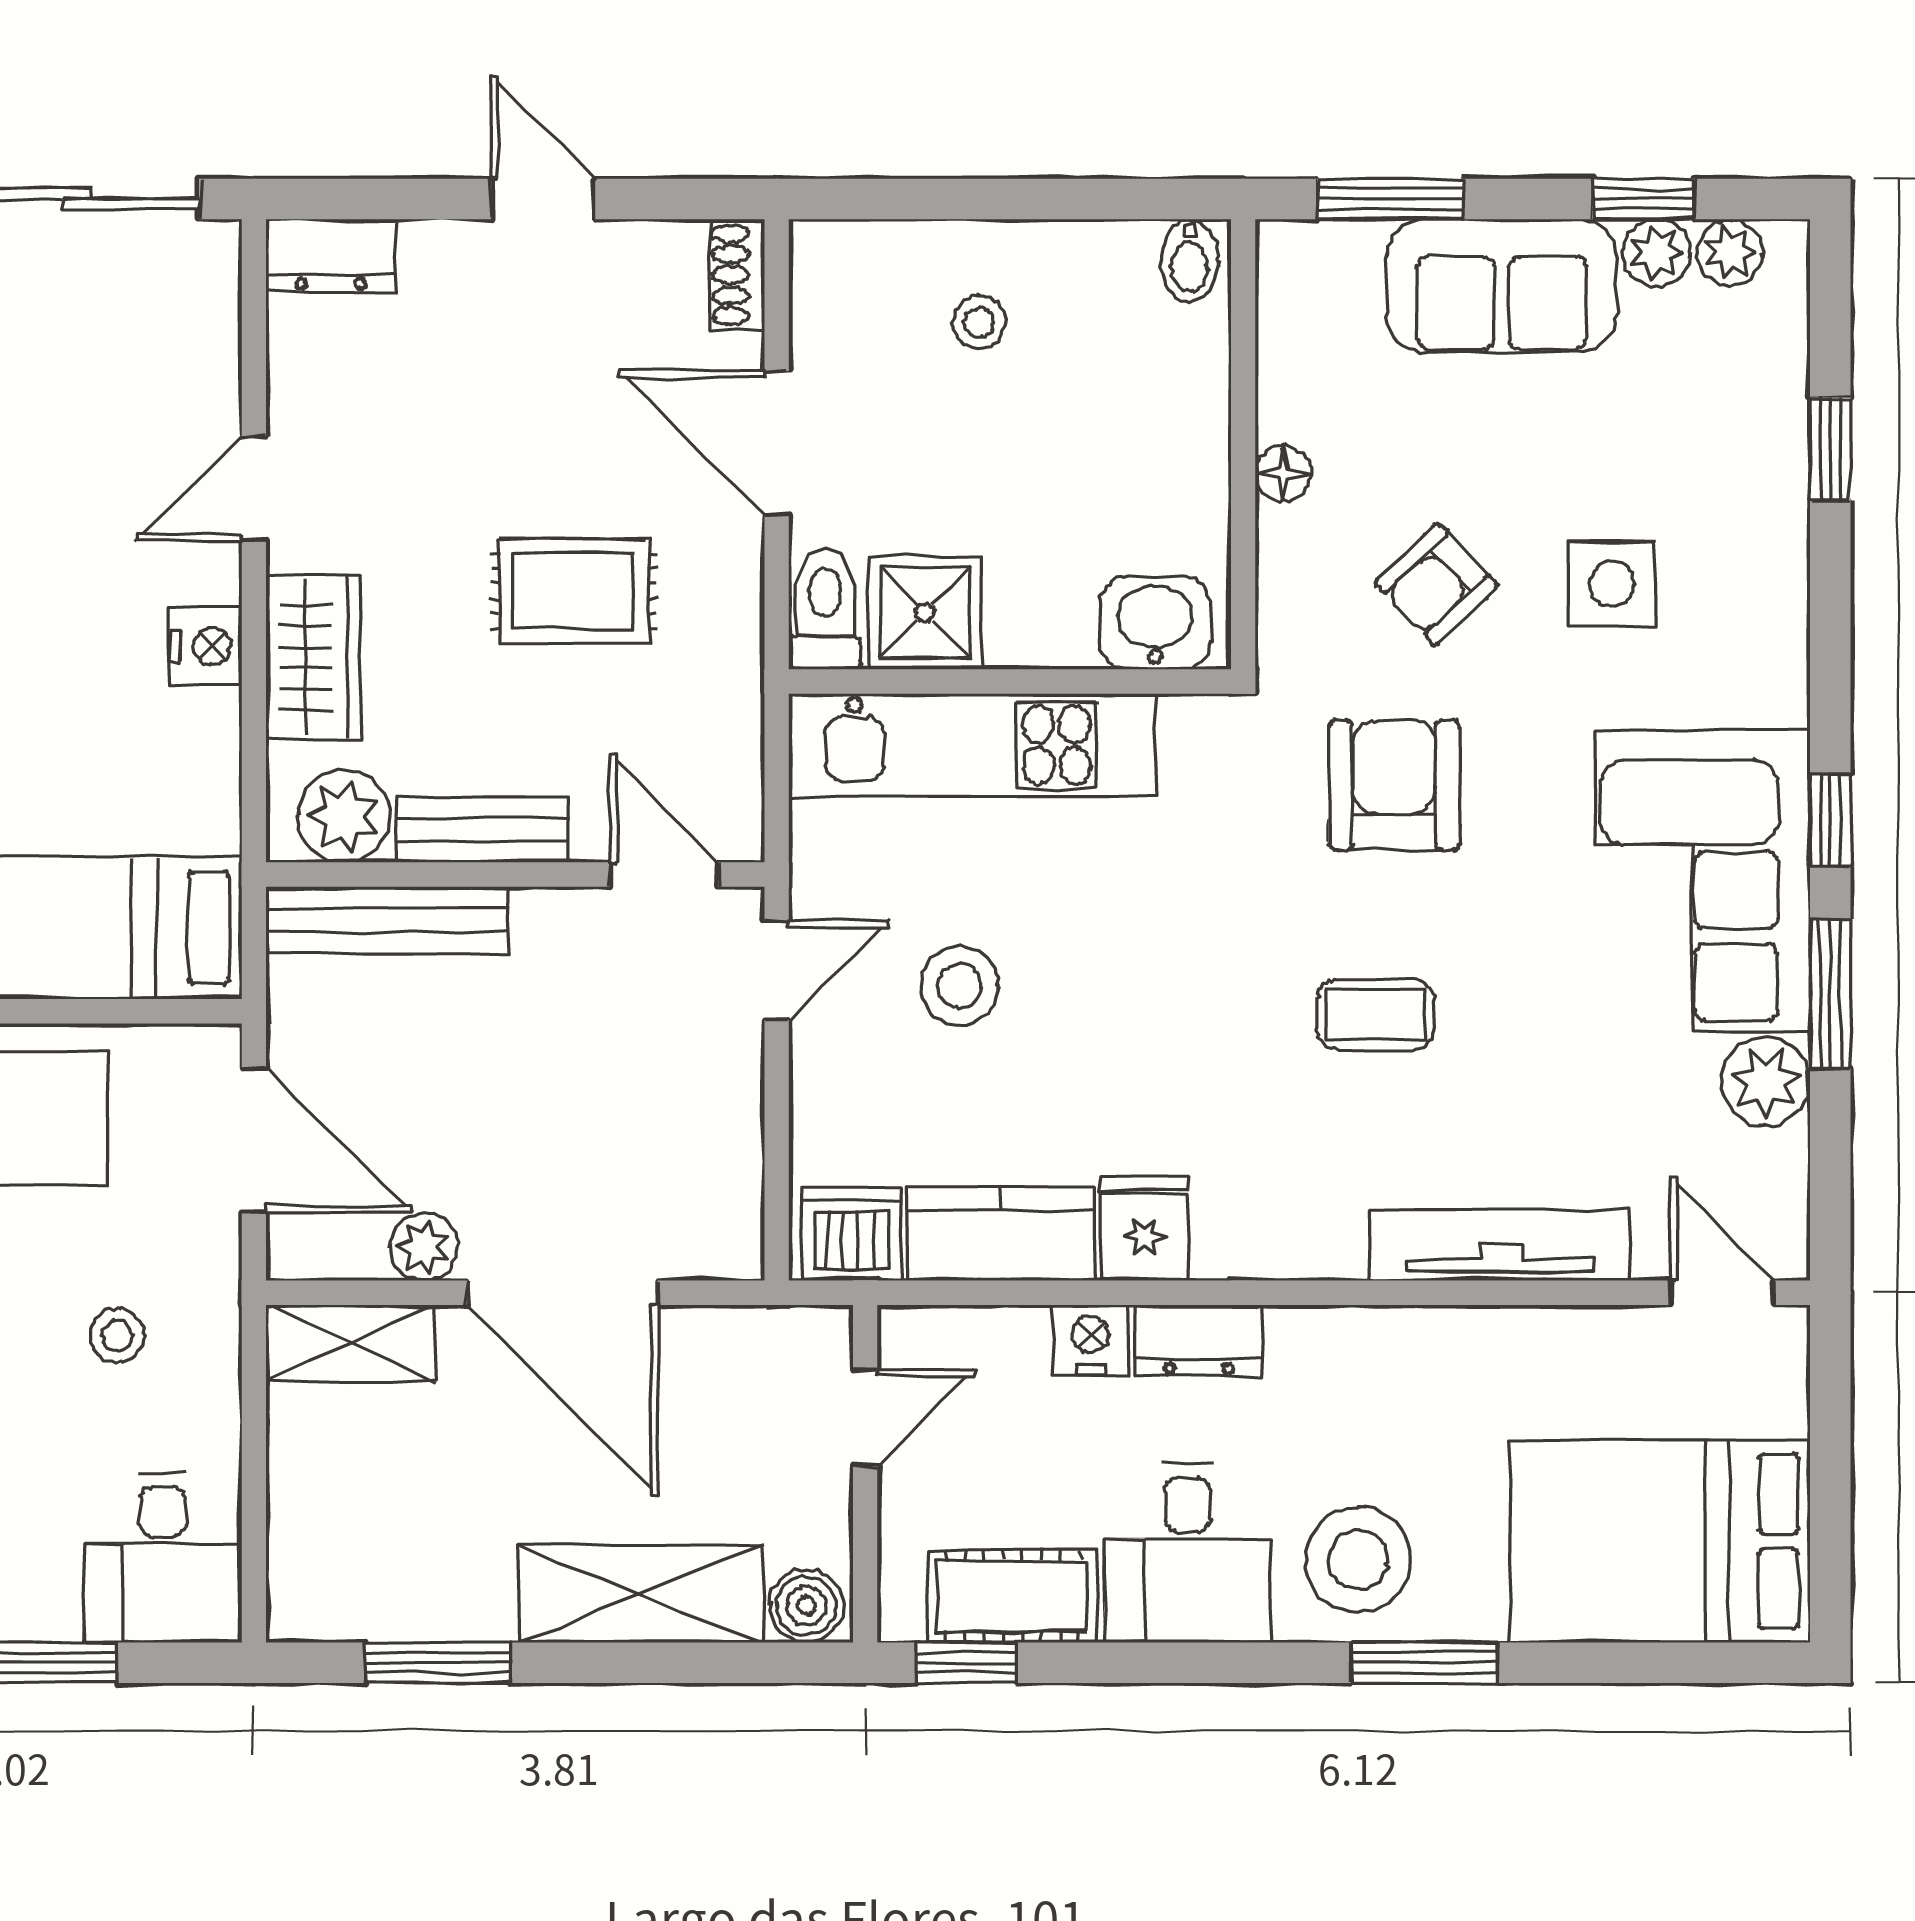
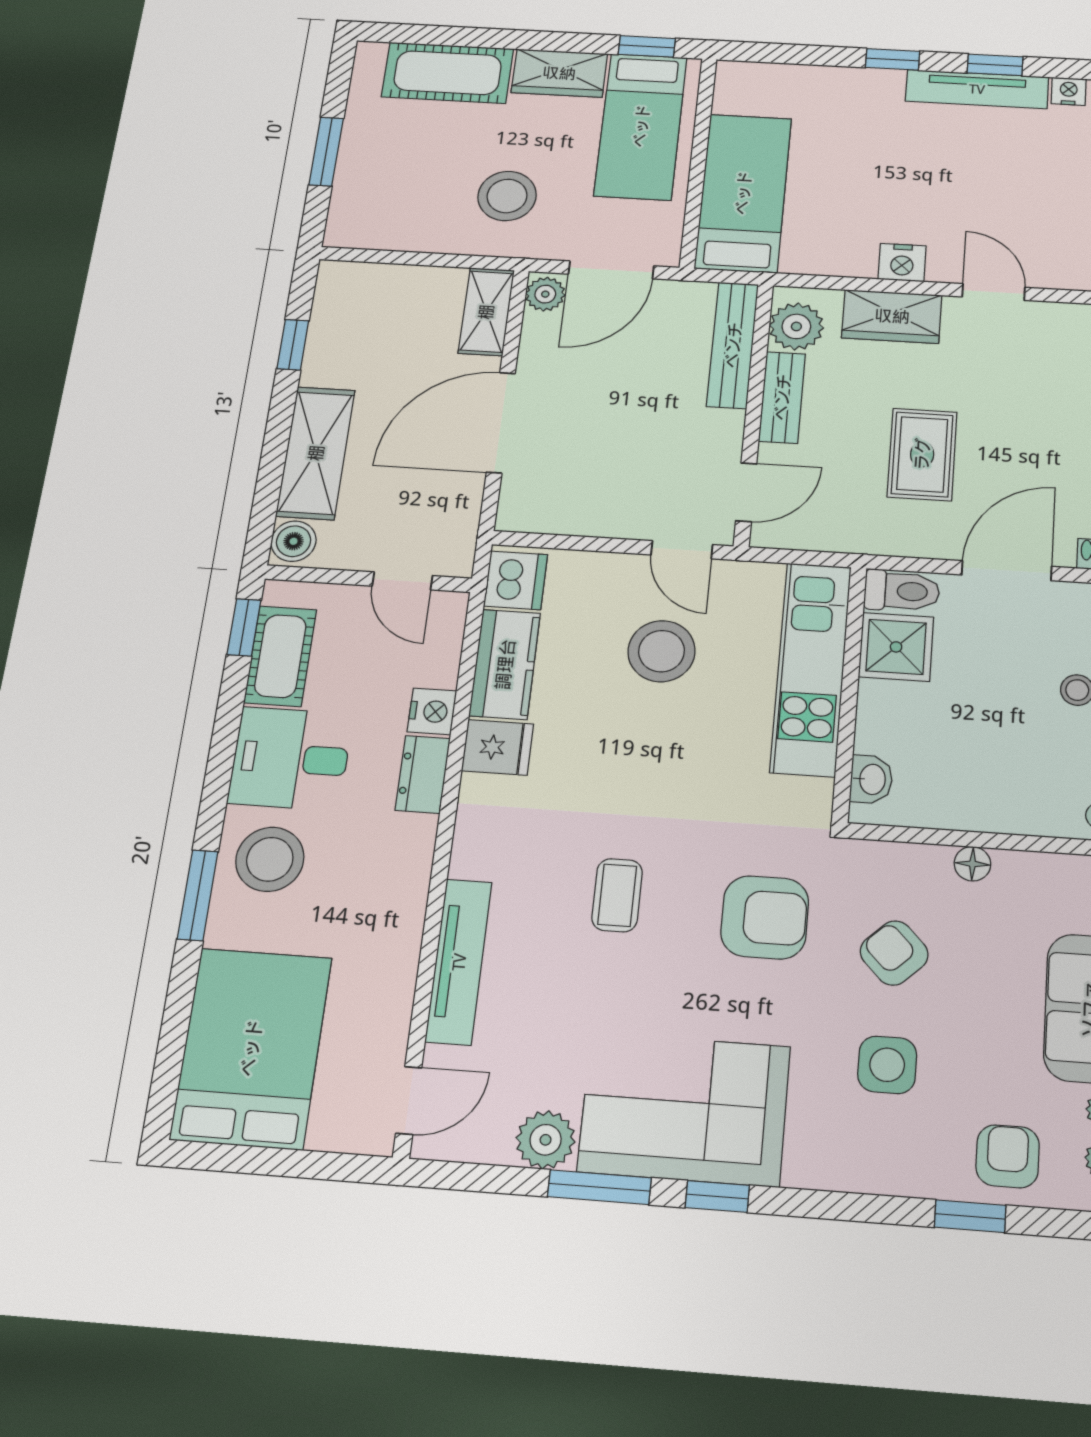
armchair: (1737, 399) -> (1008, 1156), added
washbasin: (1155, 623) -> (871, 779), width x0.72, depth x0.69
stool: (959, 986) -> (662, 651), width x1.38, depth x1.38
plant: (424, 1247) -> (545, 294), moved
stool: (117, 1335) -> (507, 196), width x1.89, depth x1.89
desk: (163, 1558) -> (376, 211), removed
window: (438, 1663) -> (293, 345), width x0.67

